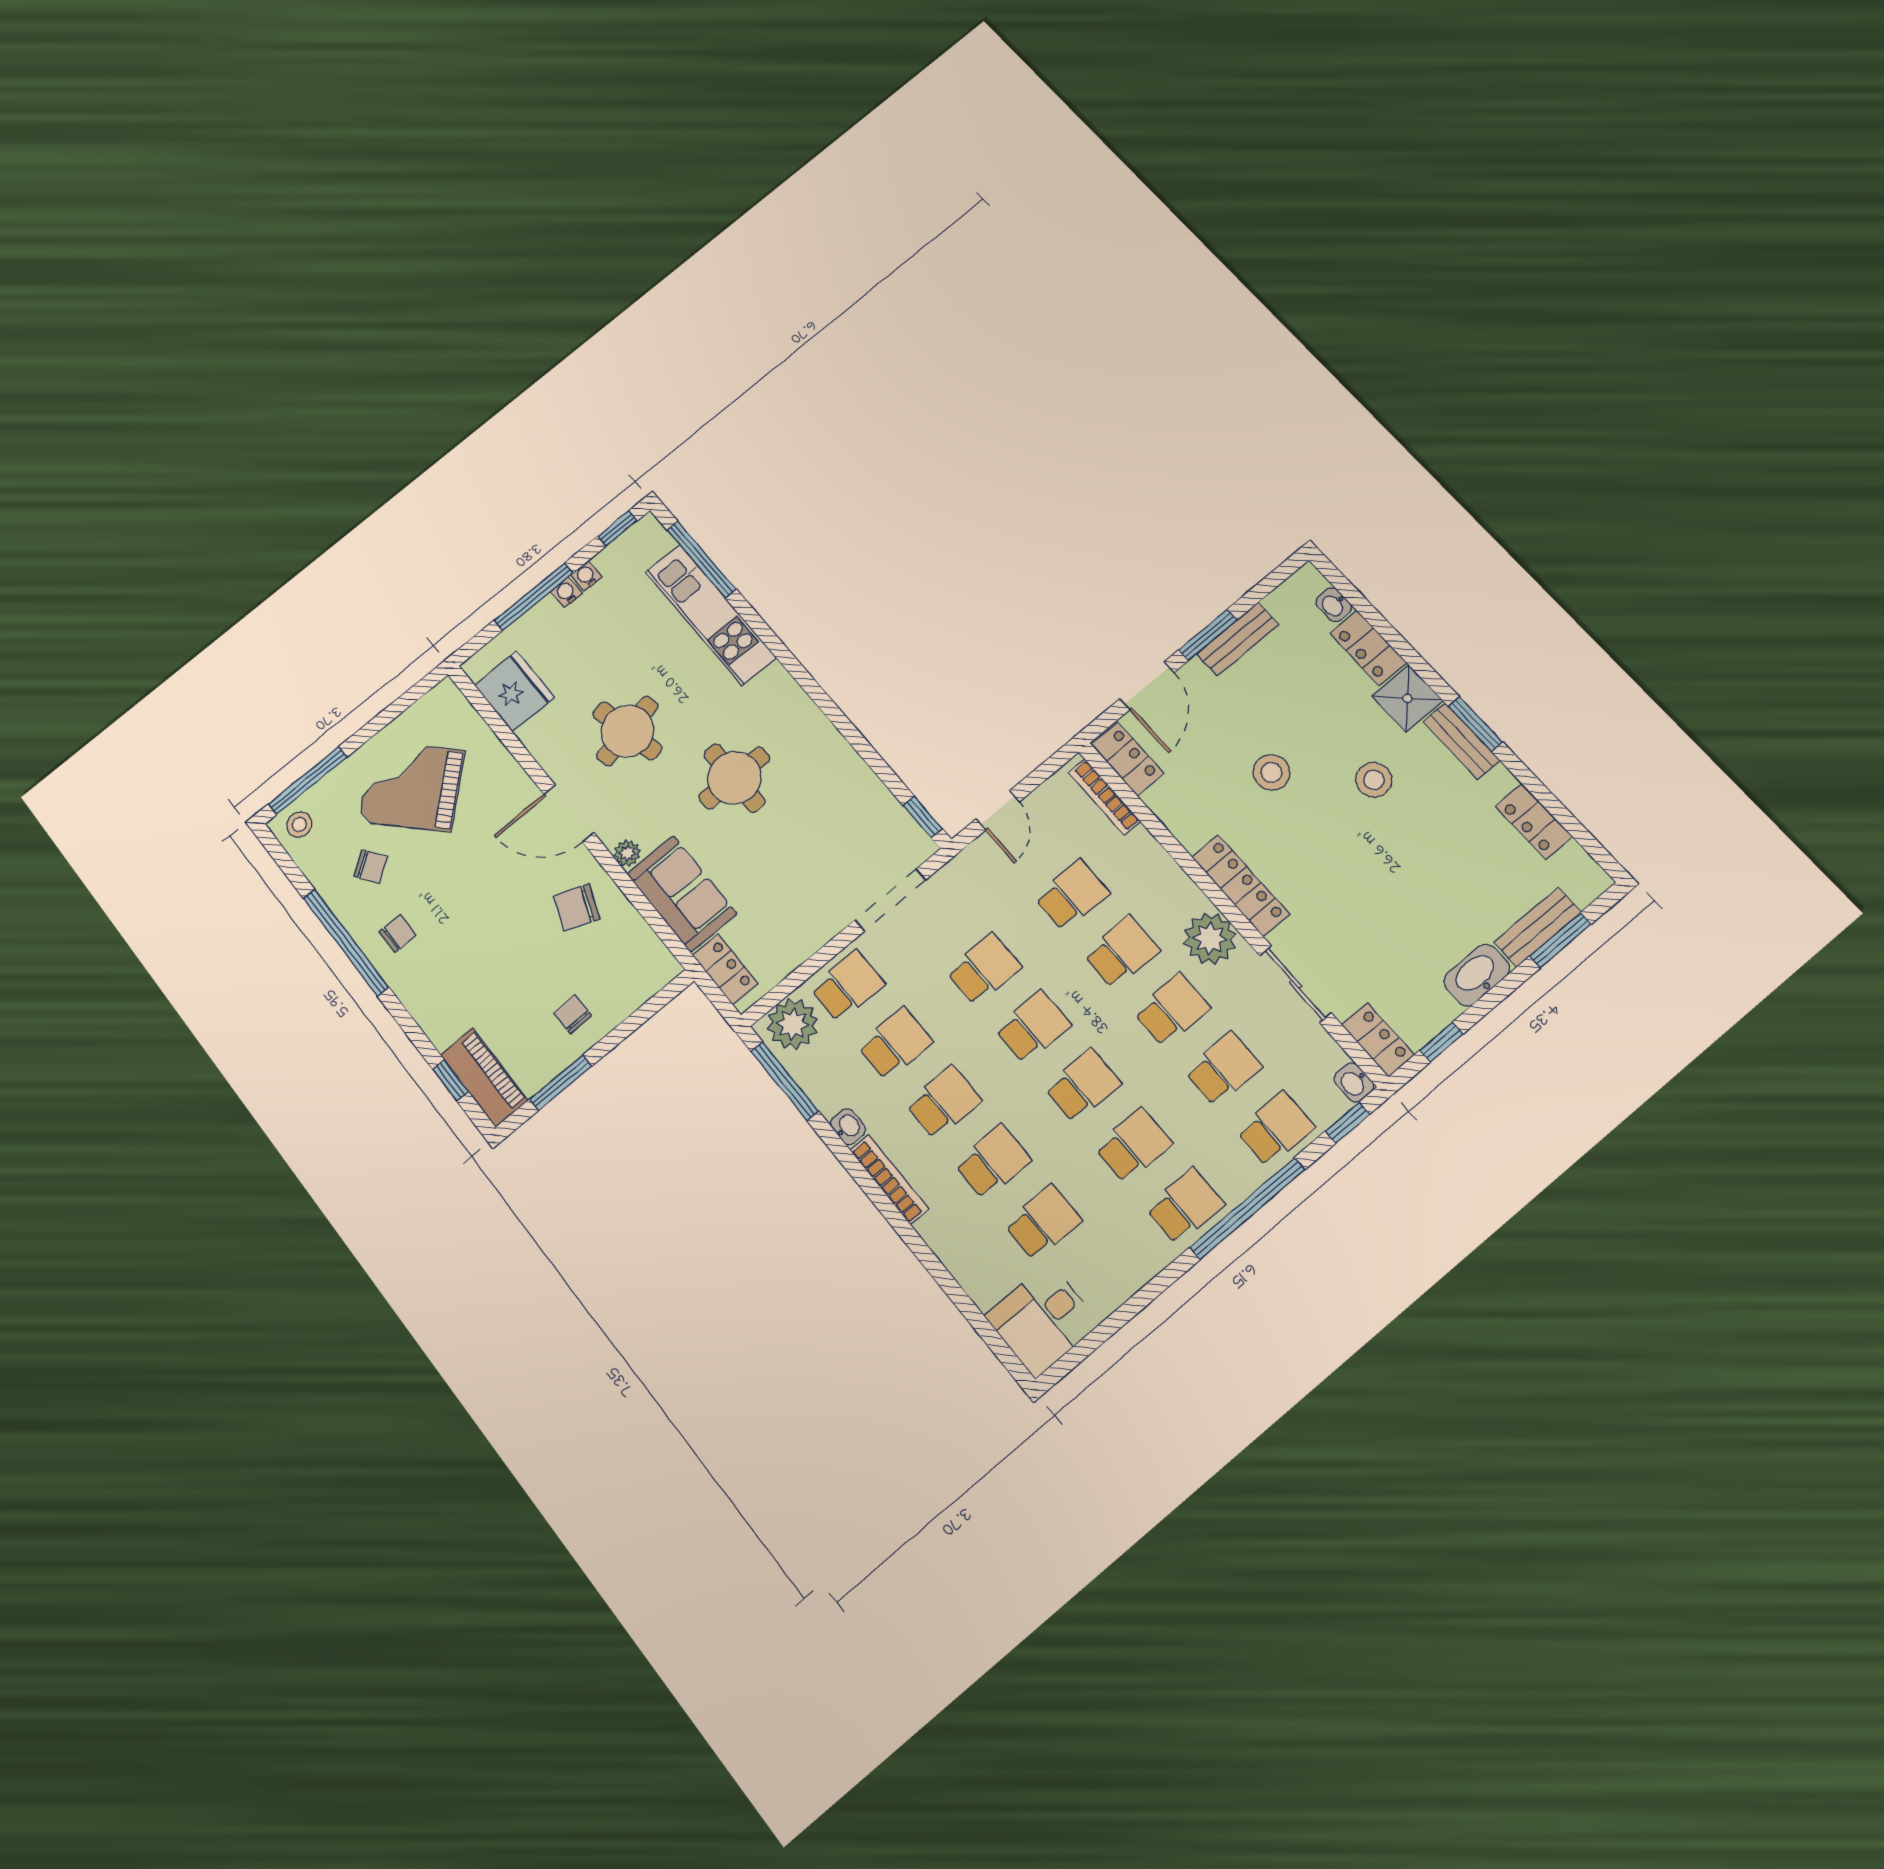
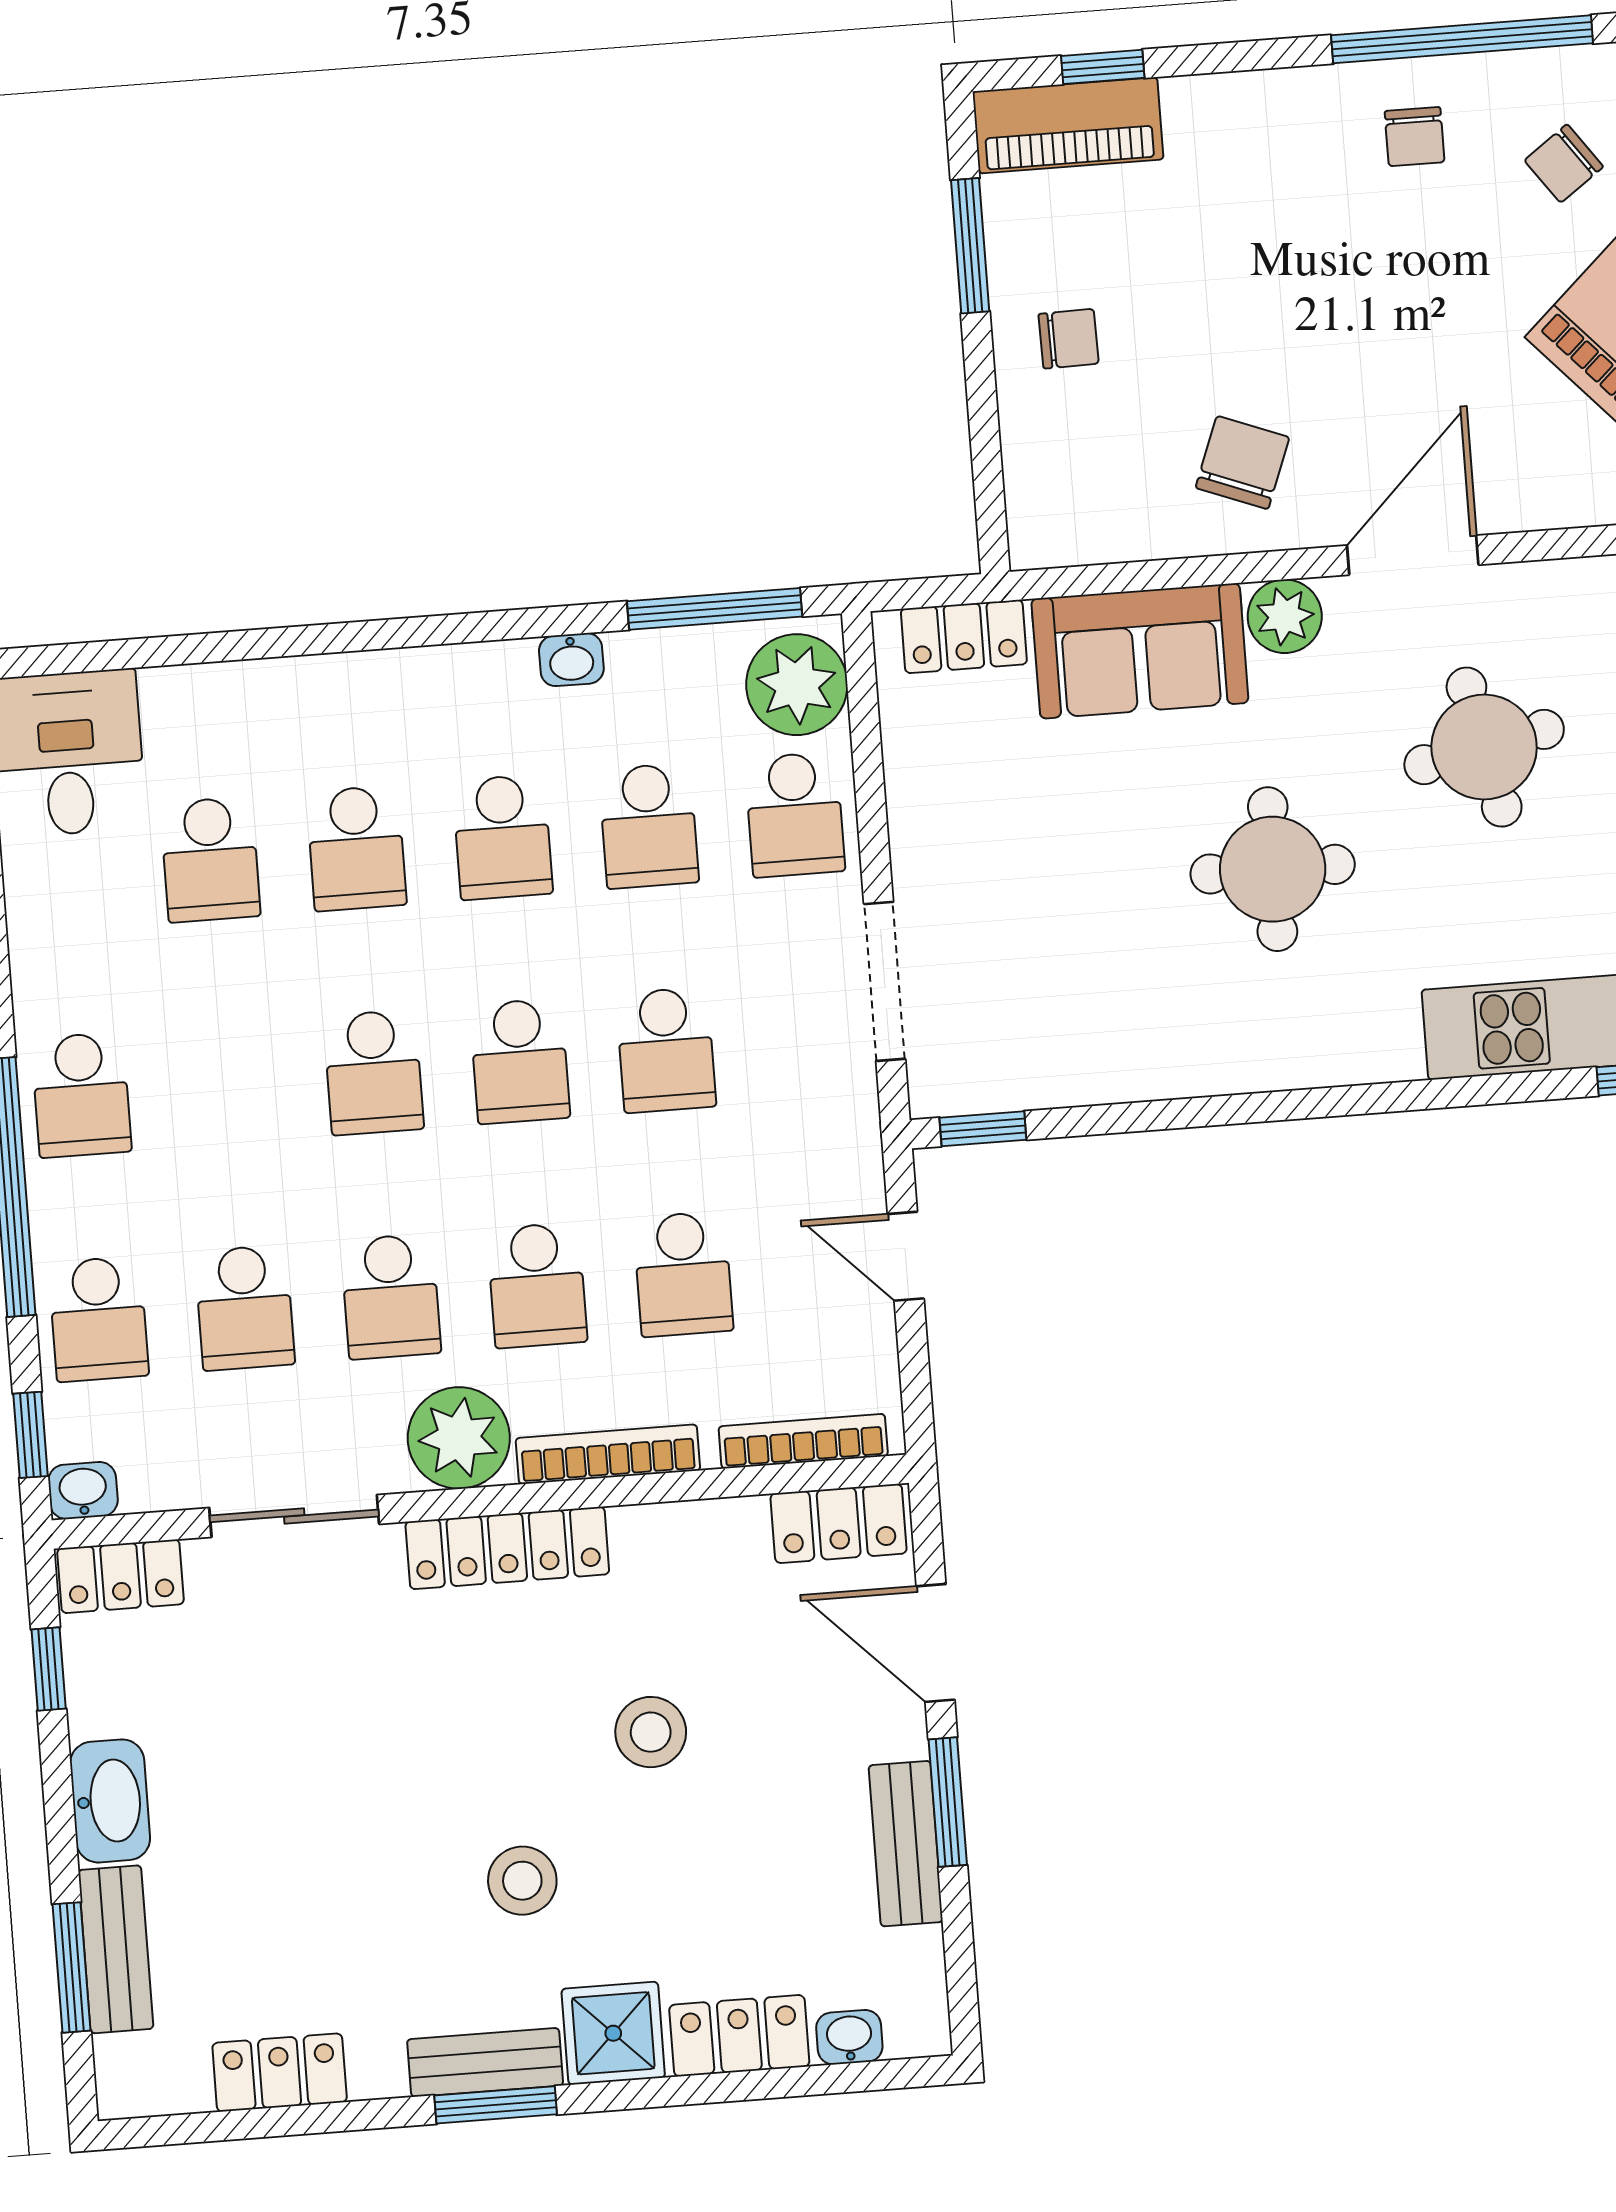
plant: (627, 853) -> (1285, 616), width x1.38, depth x1.38
school desk: (1133, 1145) -> (227, 1084), removed
bookcase: (889, 1179) -> (608, 1454), moved, turned 180

